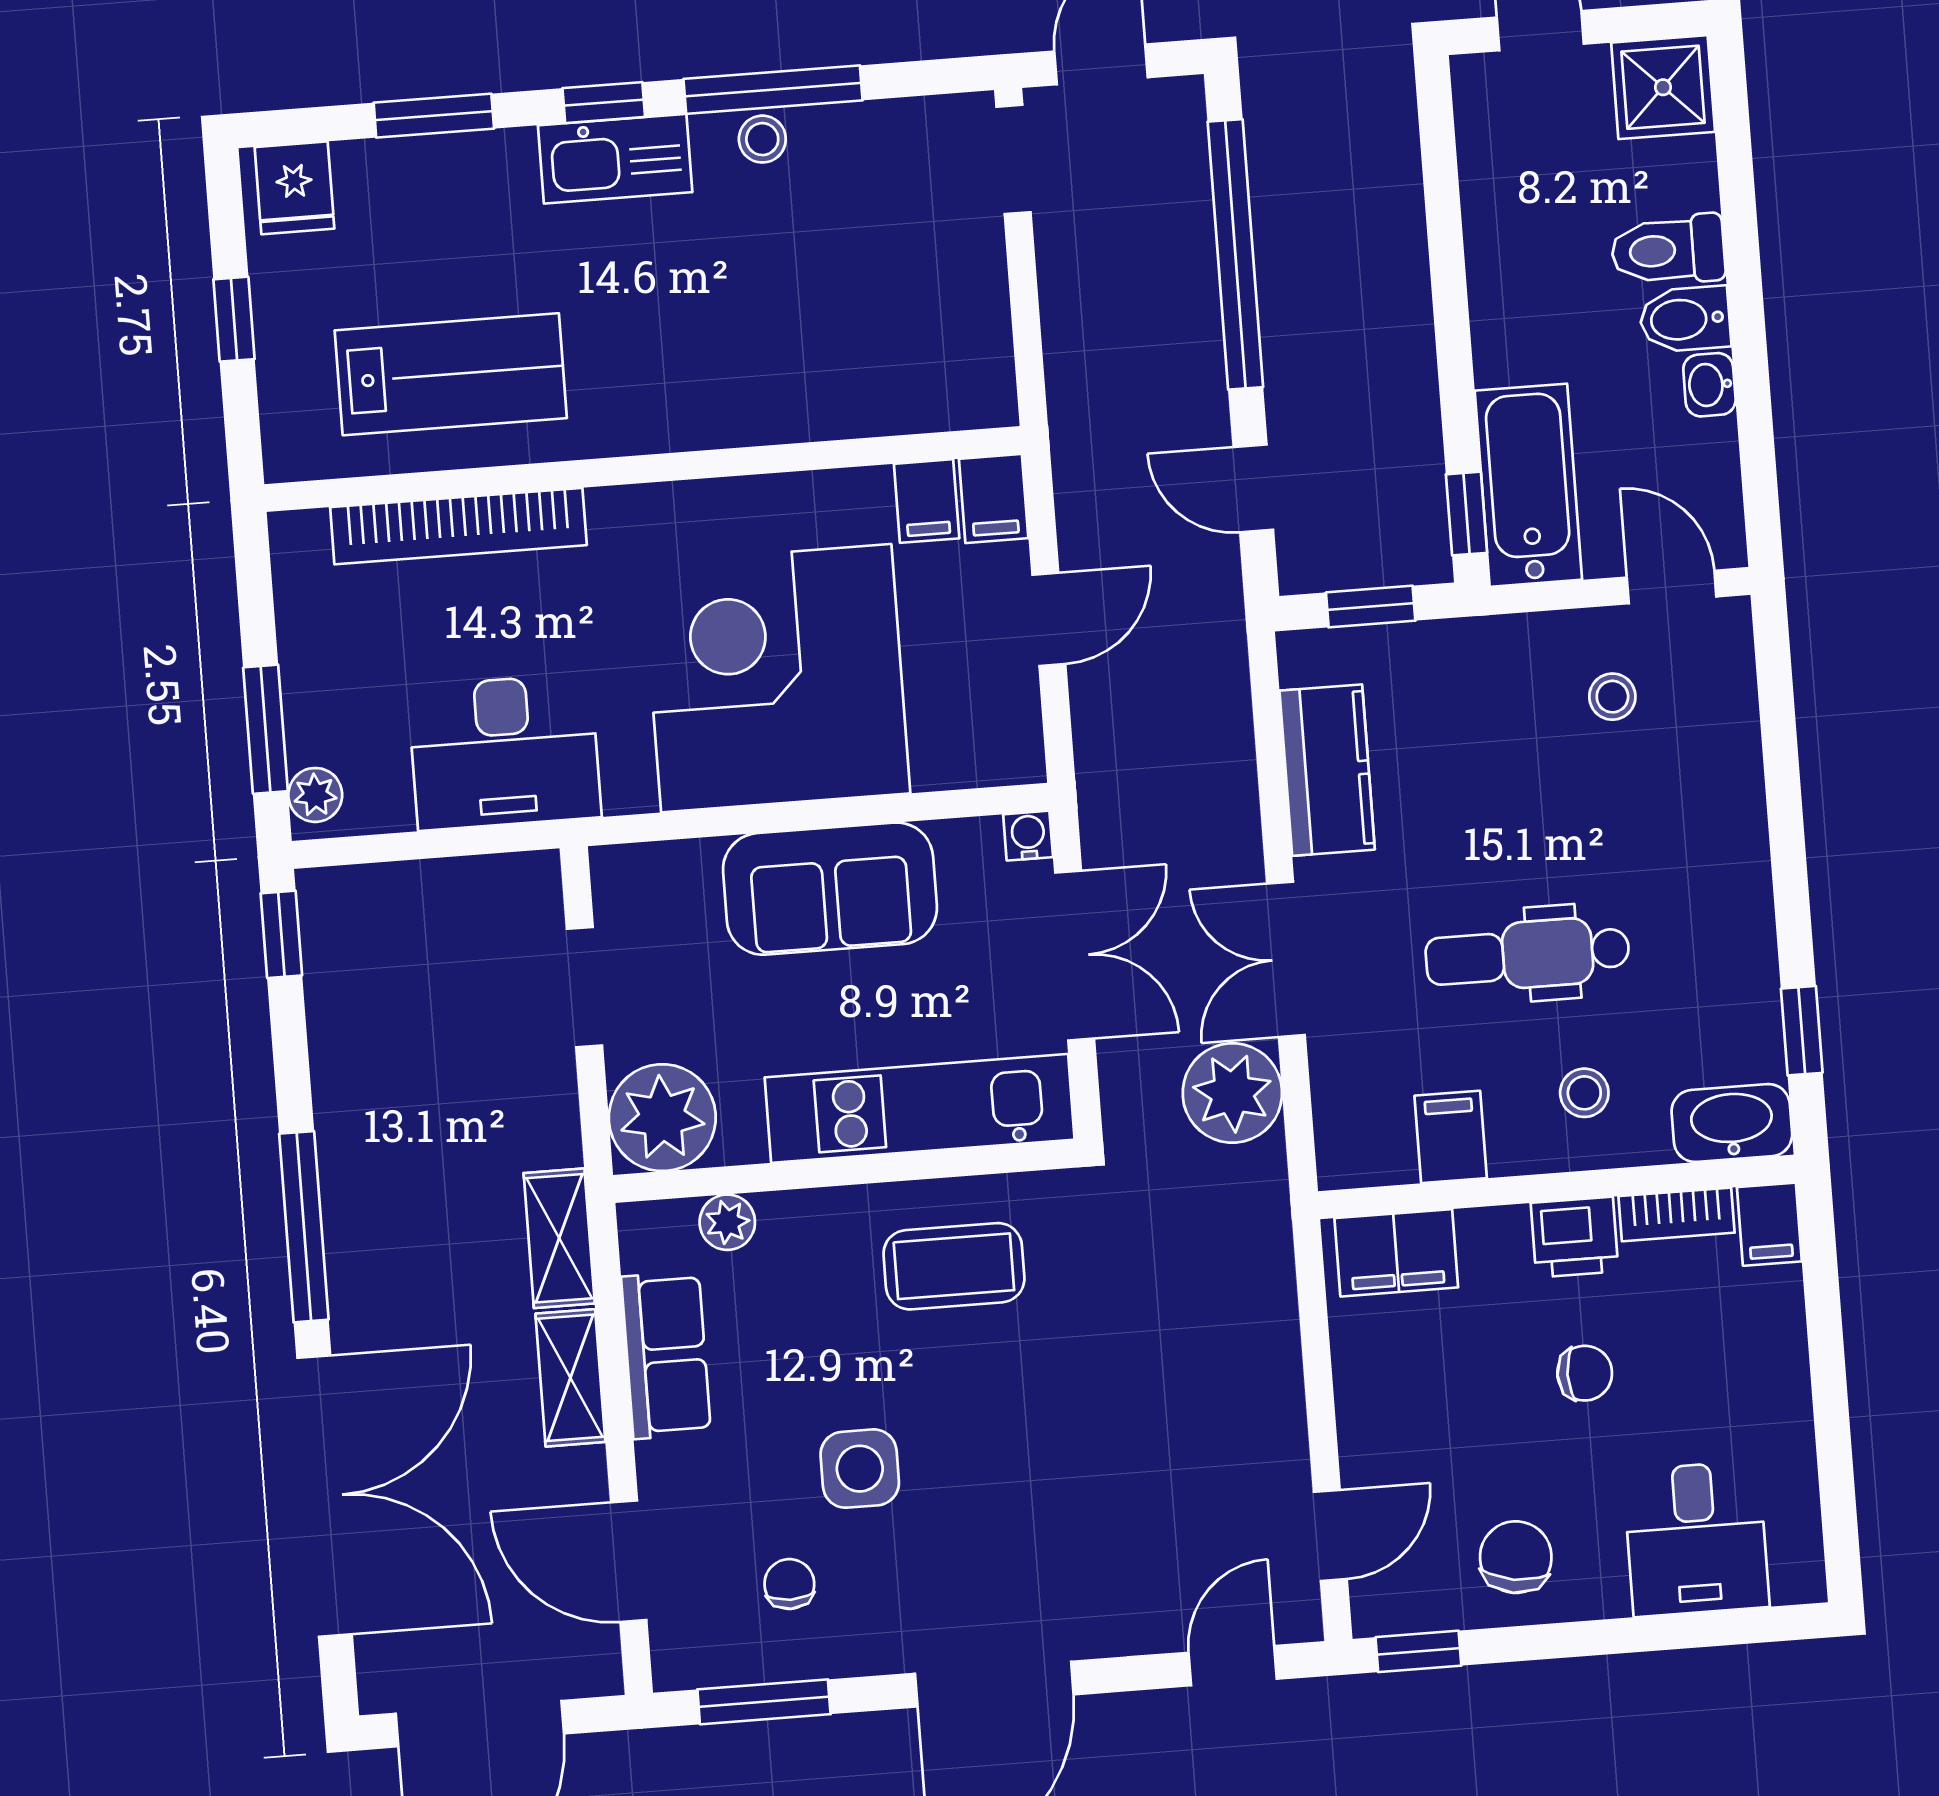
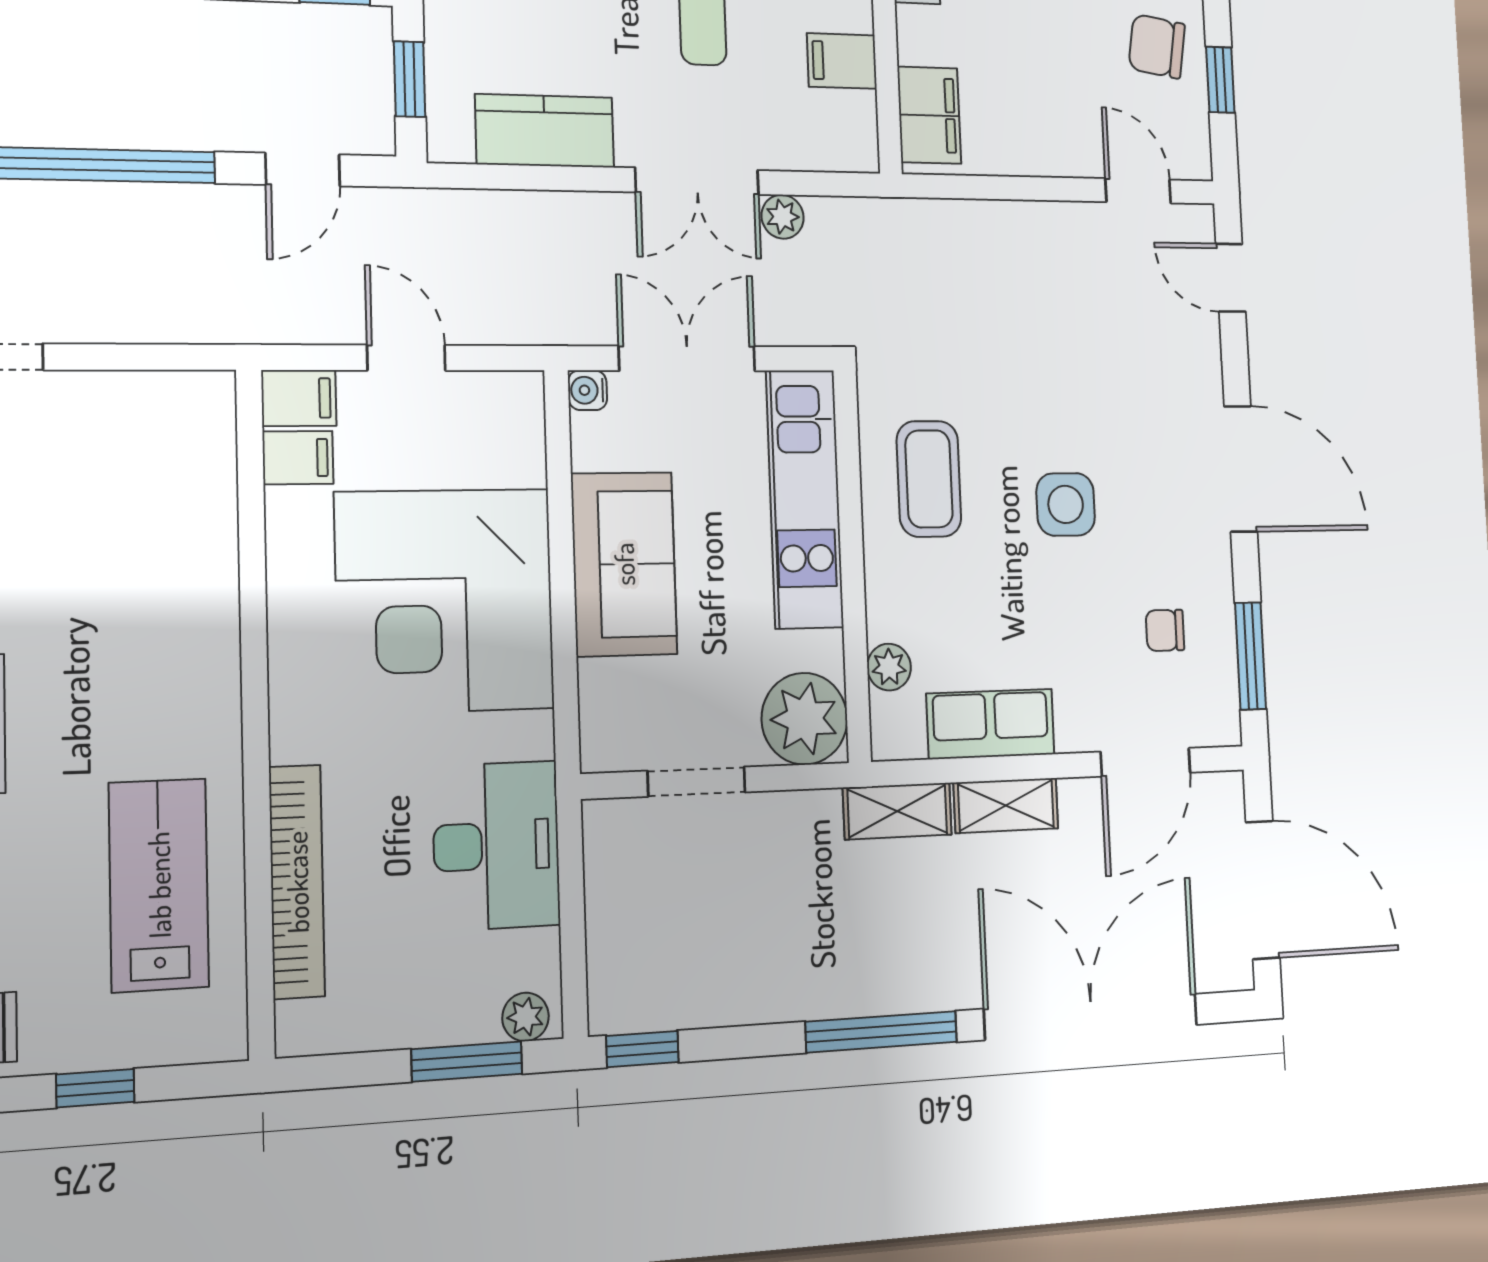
plant: (1232, 1093) -> (783, 217), width x0.53, depth x0.53
side table: (860, 1469) -> (1066, 504), moved
window: (1418, 1651) -> (1220, 80), moved

